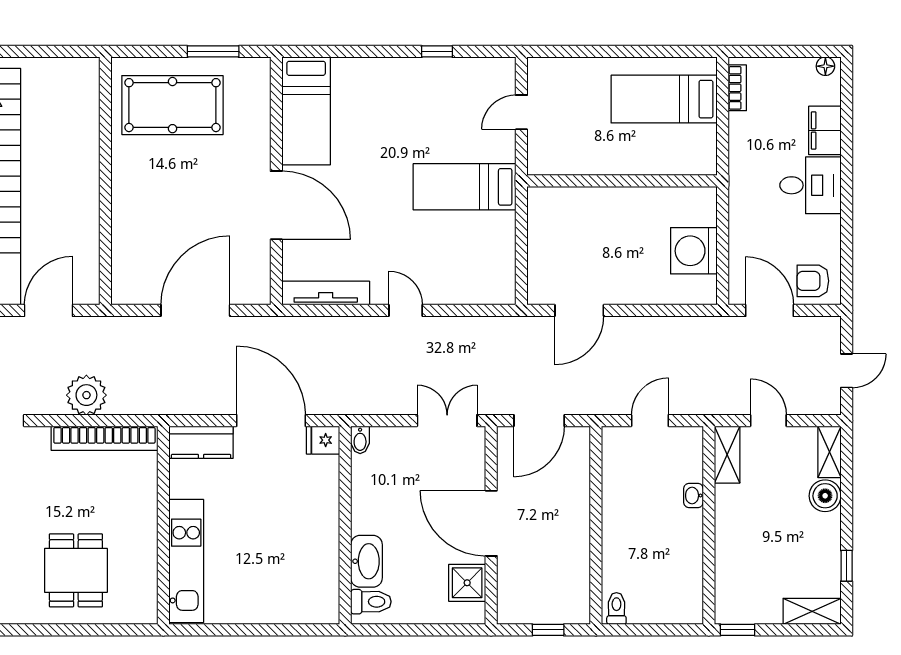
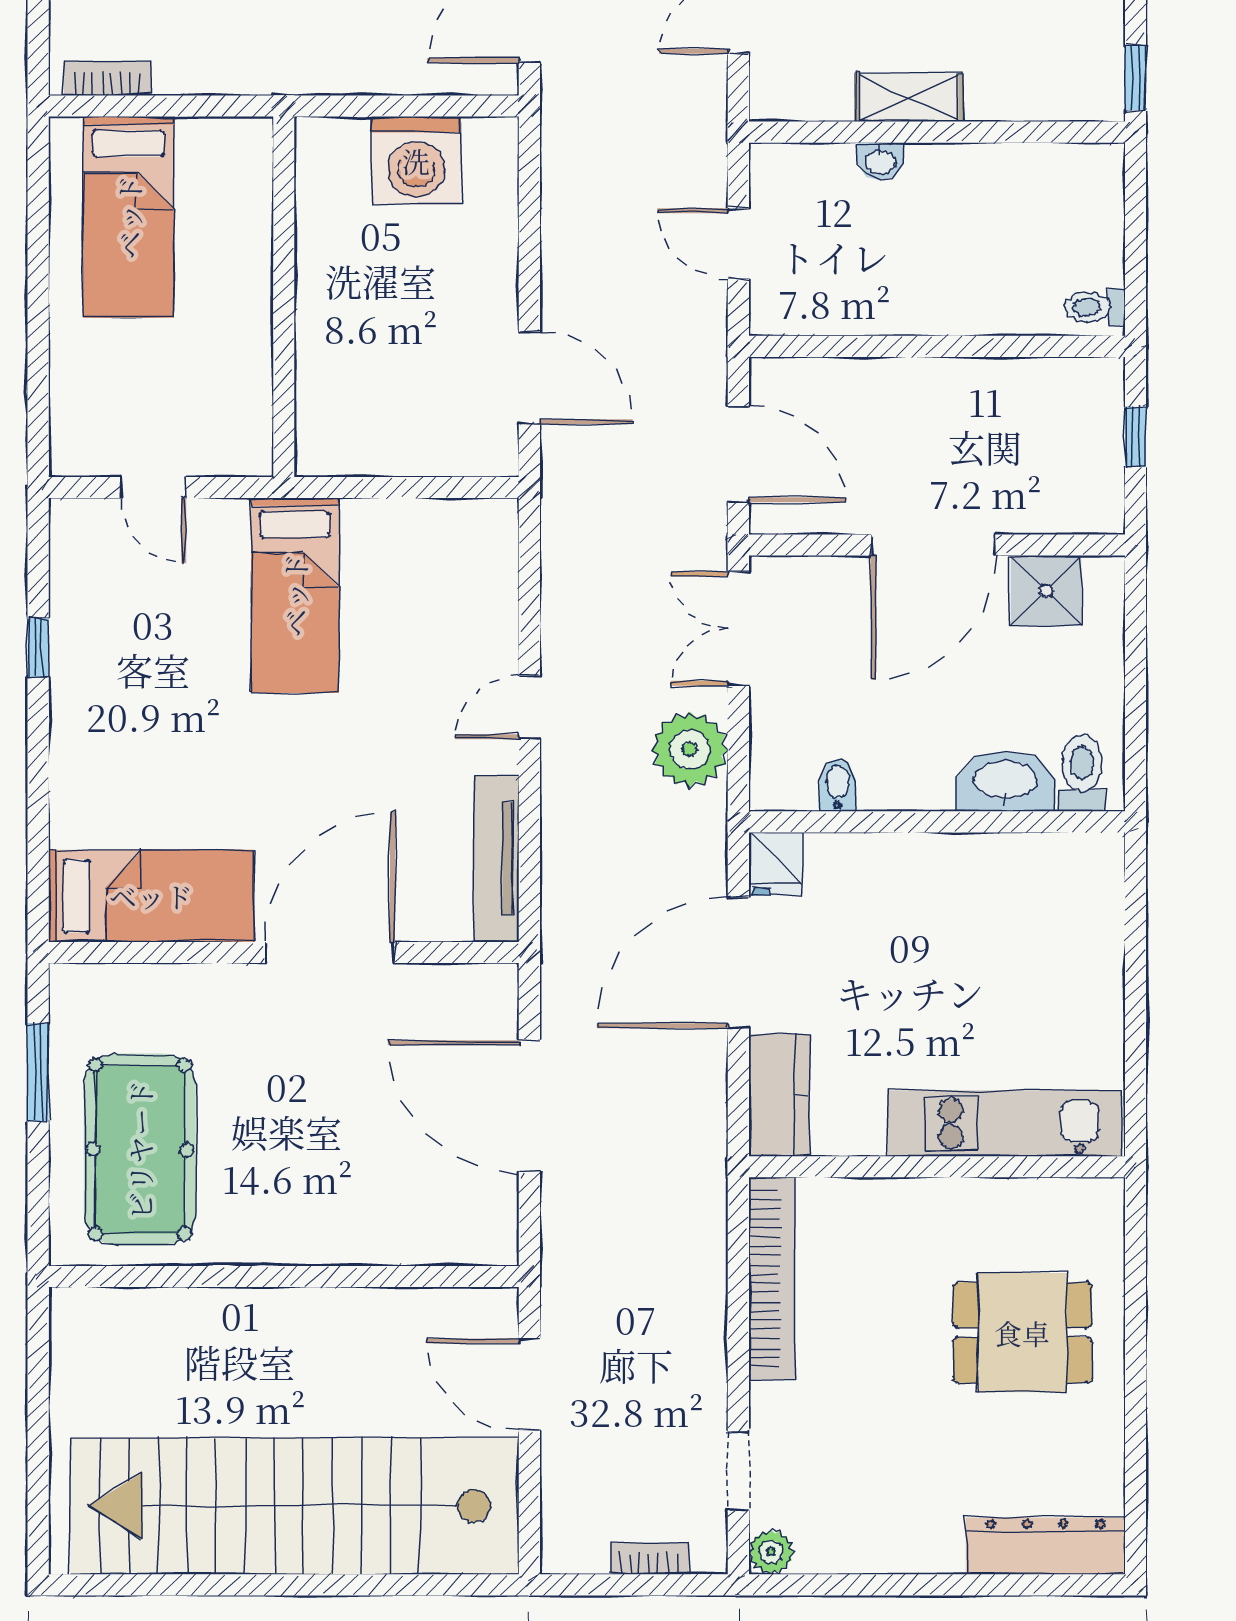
plant: (86, 395) -> (690, 749), moved
bidet: (360, 440) -> (838, 785), moved, turned -90
shelving: (727, 455) -> (909, 97), moved

